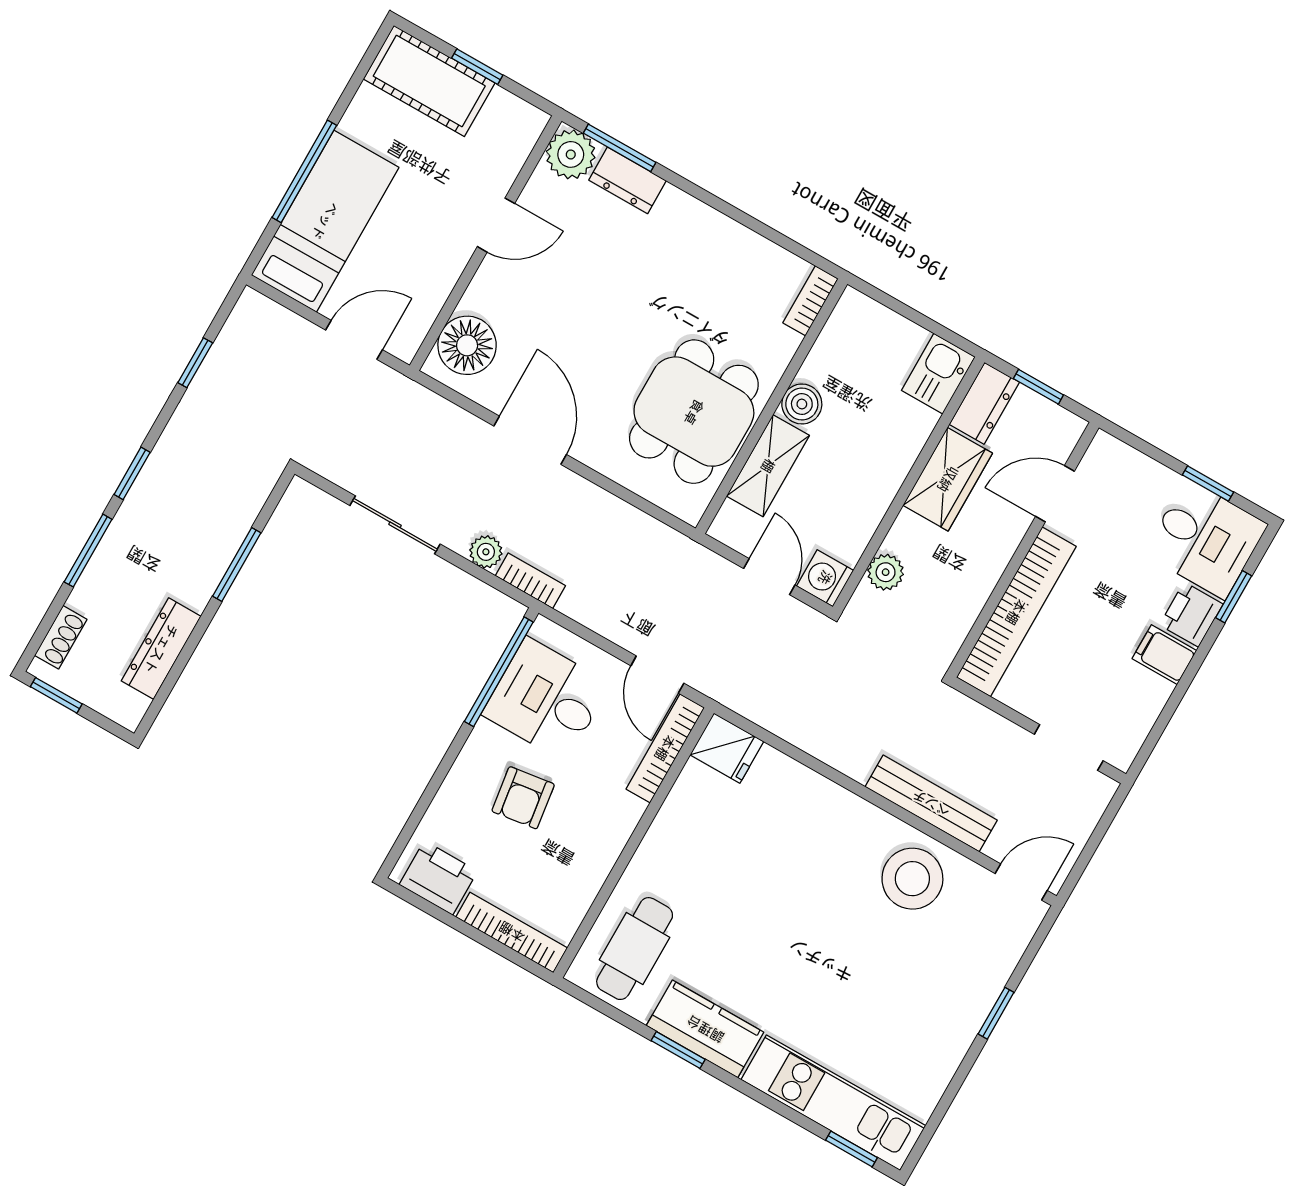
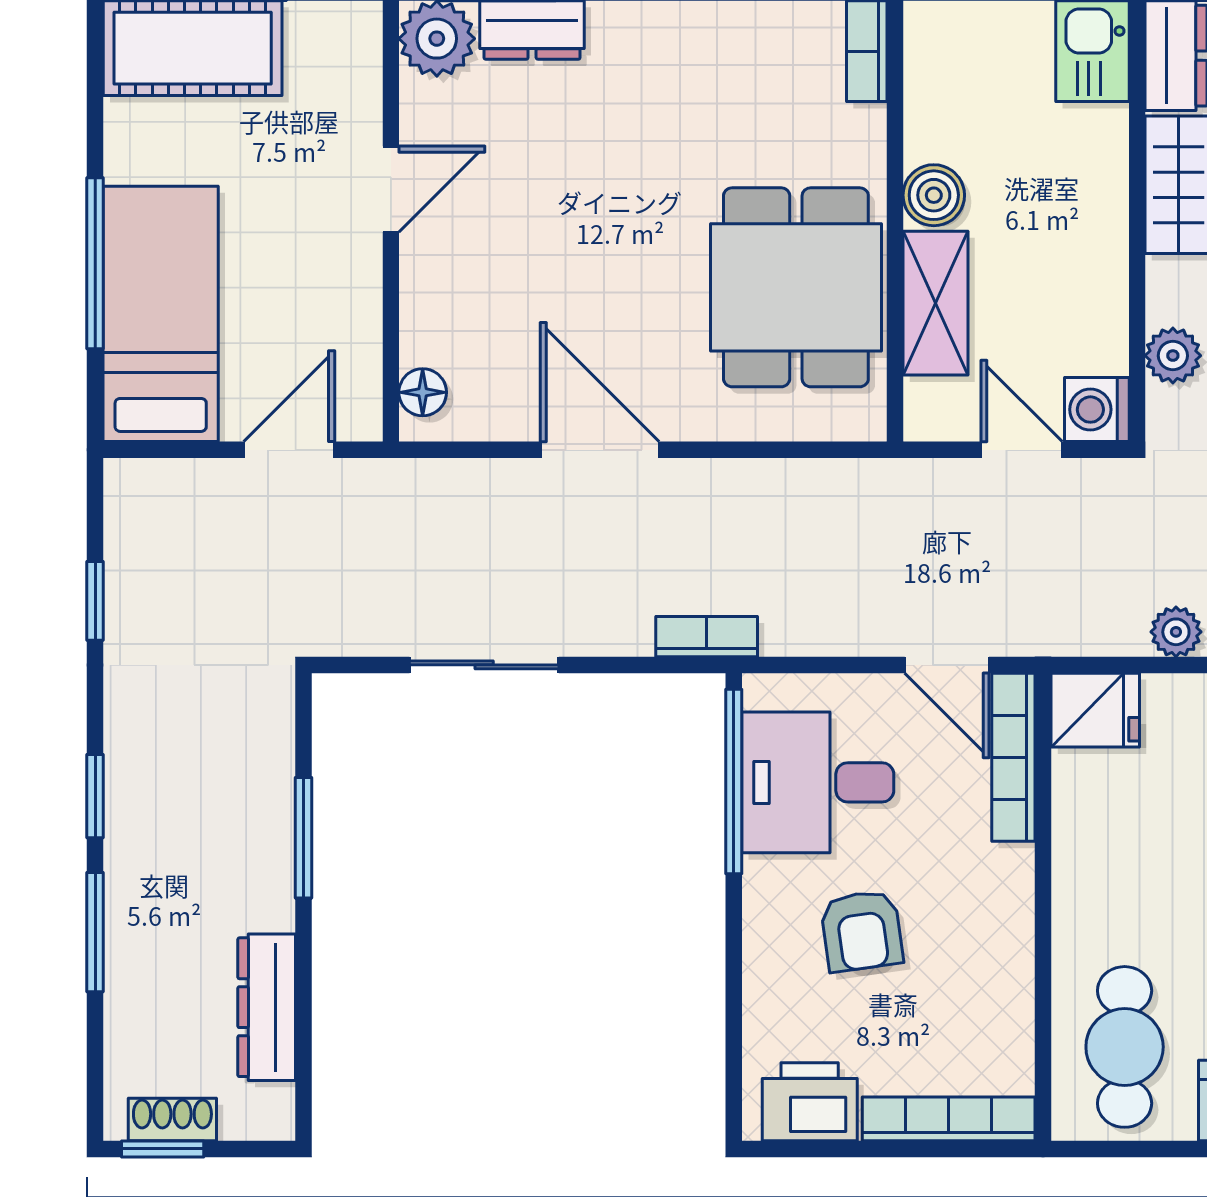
floor lamp: (467, 345) -> (423, 392), width x0.53, depth x0.53
plant: (486, 552) -> (1176, 632), moved
shoe rack: (61, 637) -> (172, 1120), moved, turned -90

